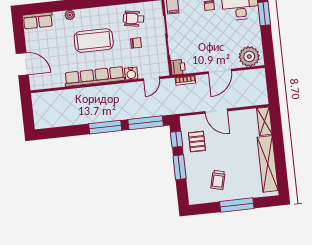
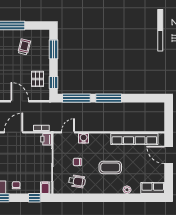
coffee table: (94, 41) -> (110, 167), width x0.73, depth x0.76
row of seats: (94, 77) -> (134, 139), moved
window: (180, 167) -> (53, 49), moved

